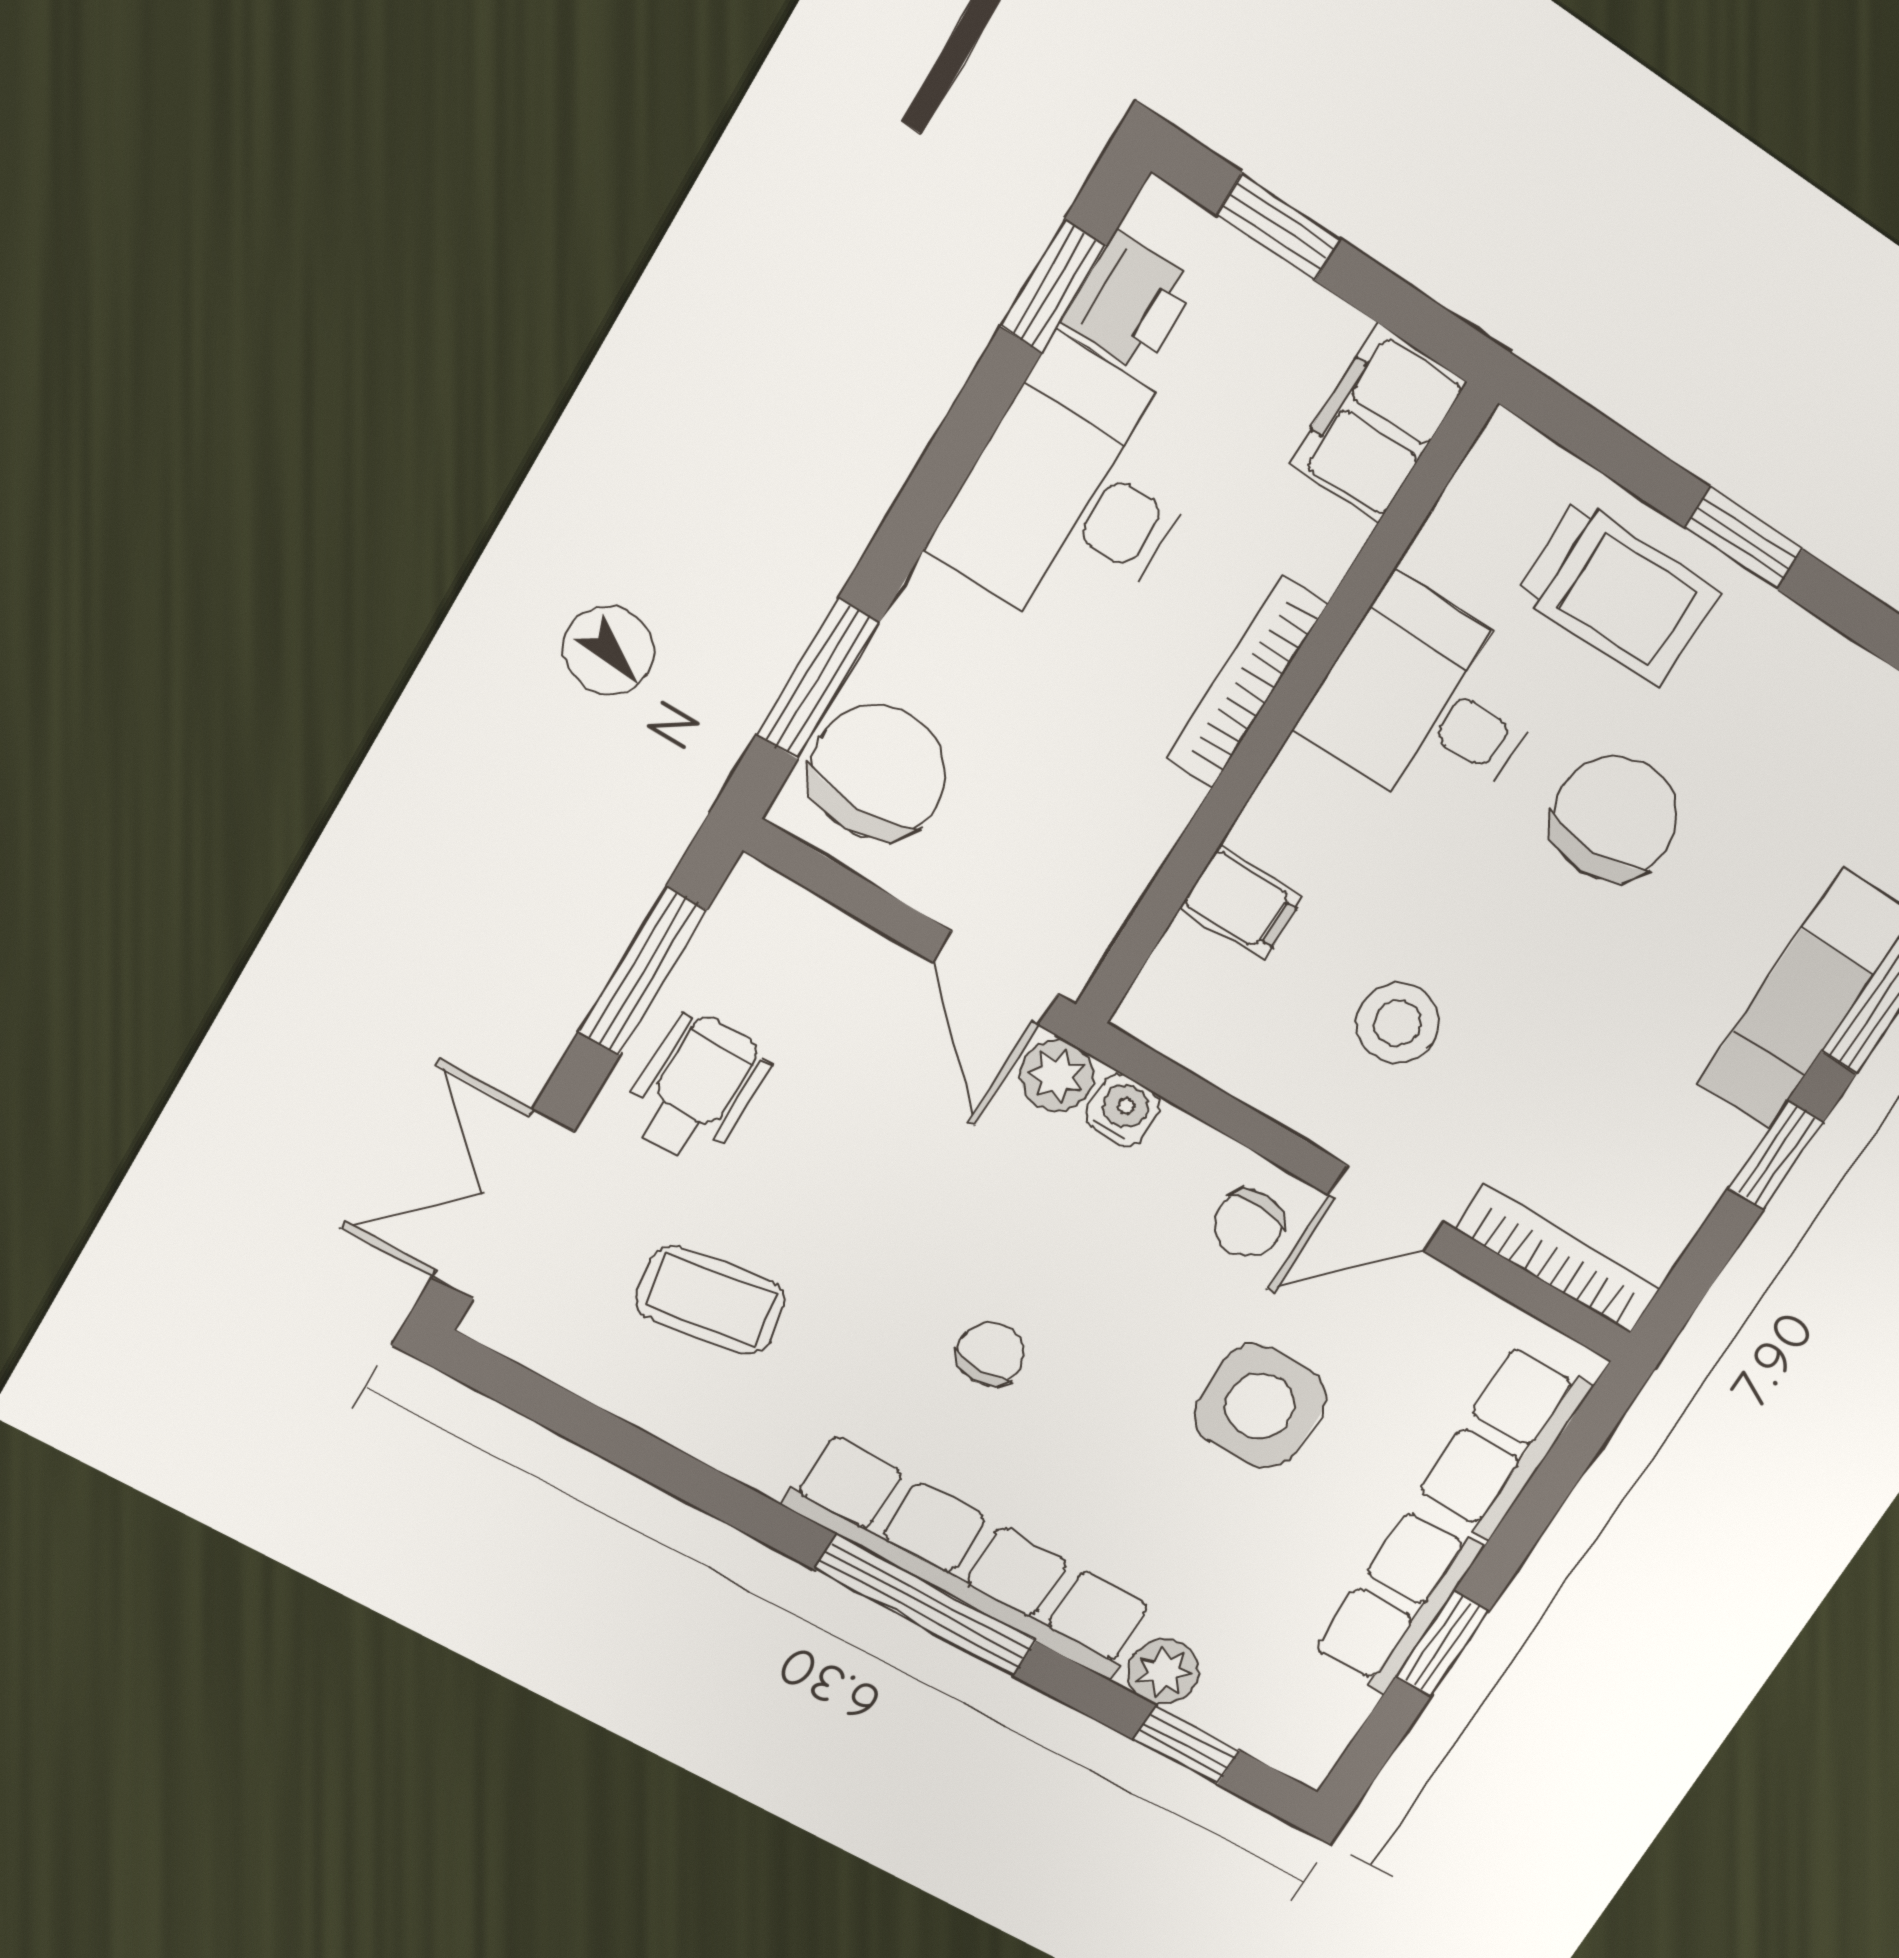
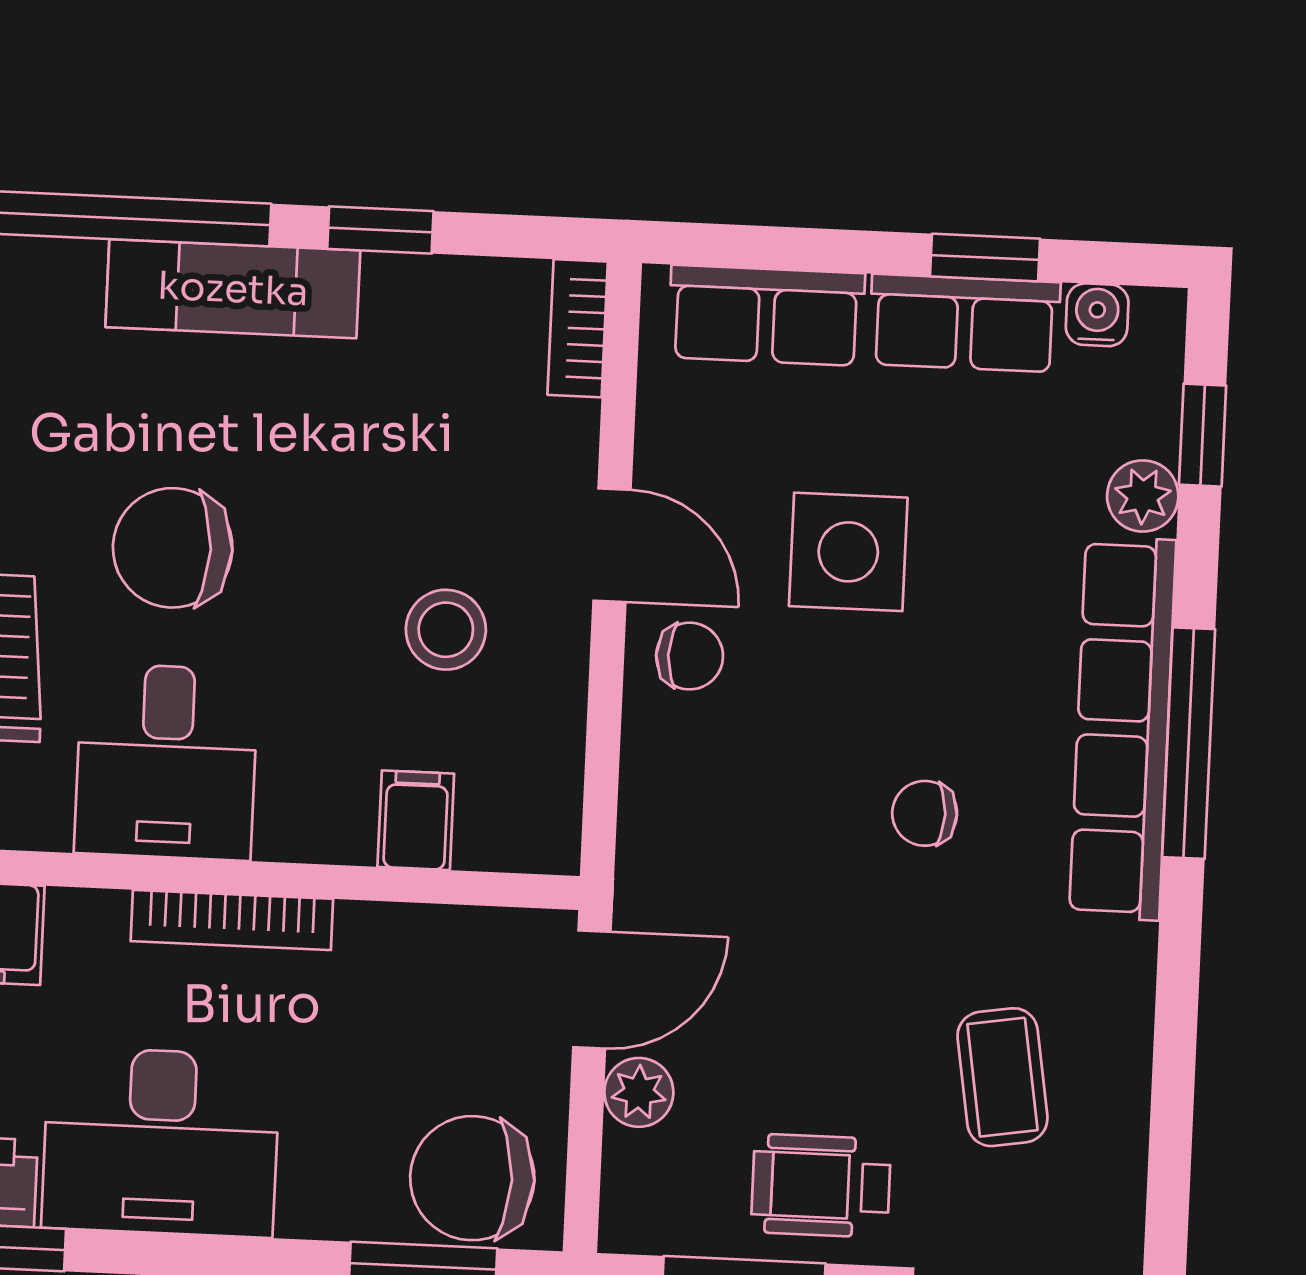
plant: (1057, 1076) -> (639, 1092), moved
water cooler: (1123, 1110) -> (1097, 315), moved, turned 90
bookcase: (1558, 1259) -> (578, 328), width x0.64

